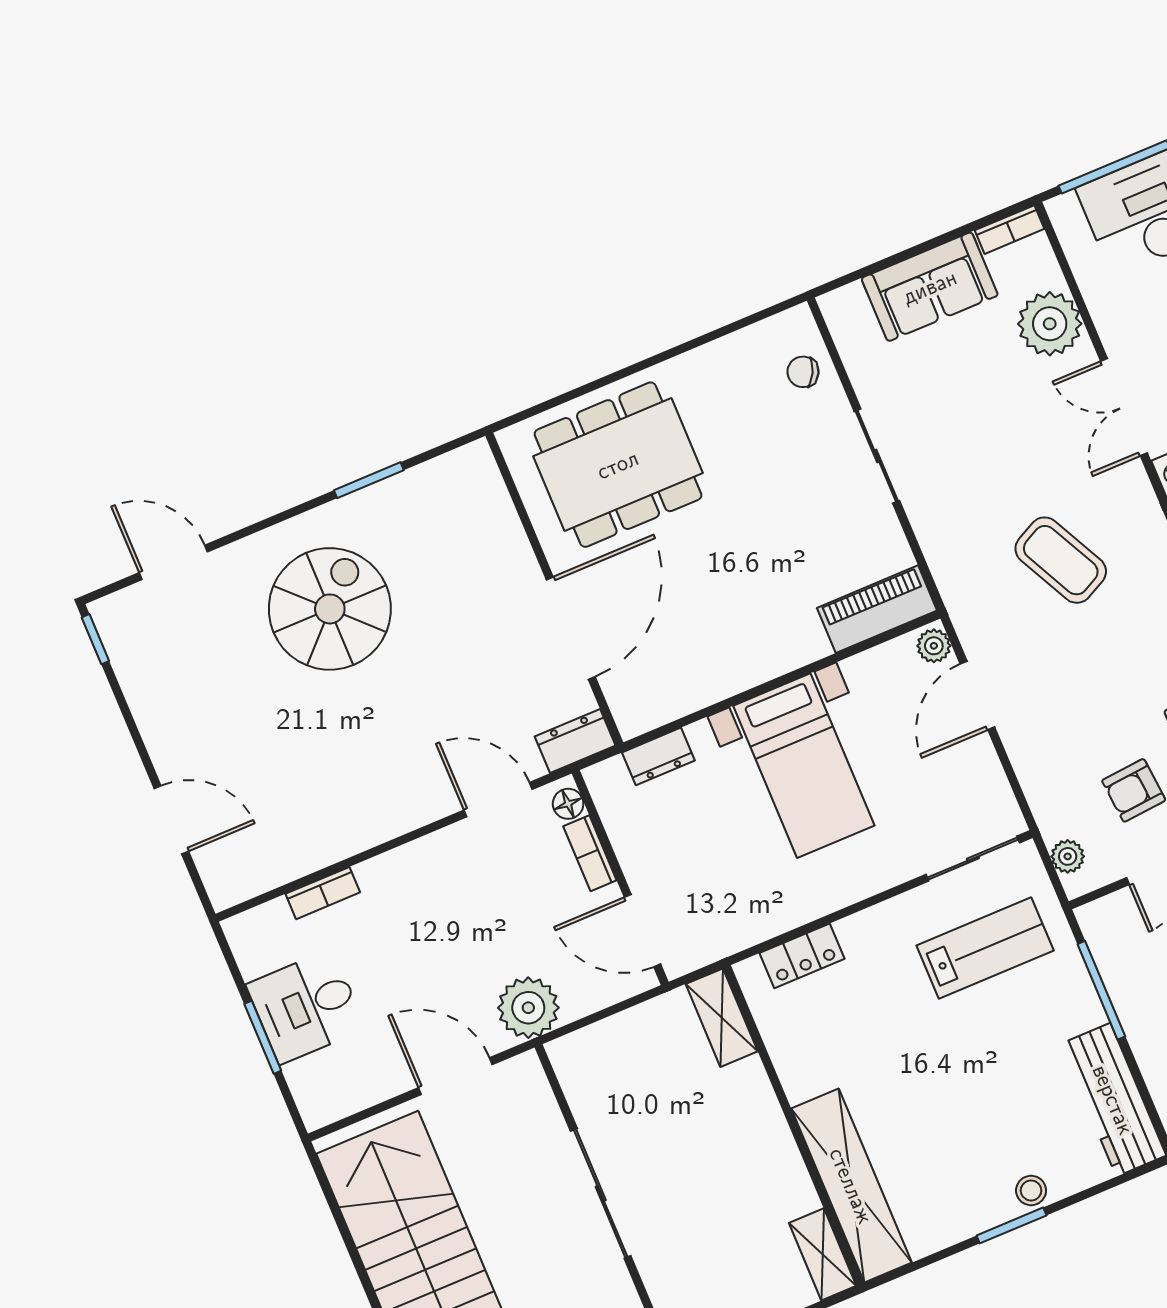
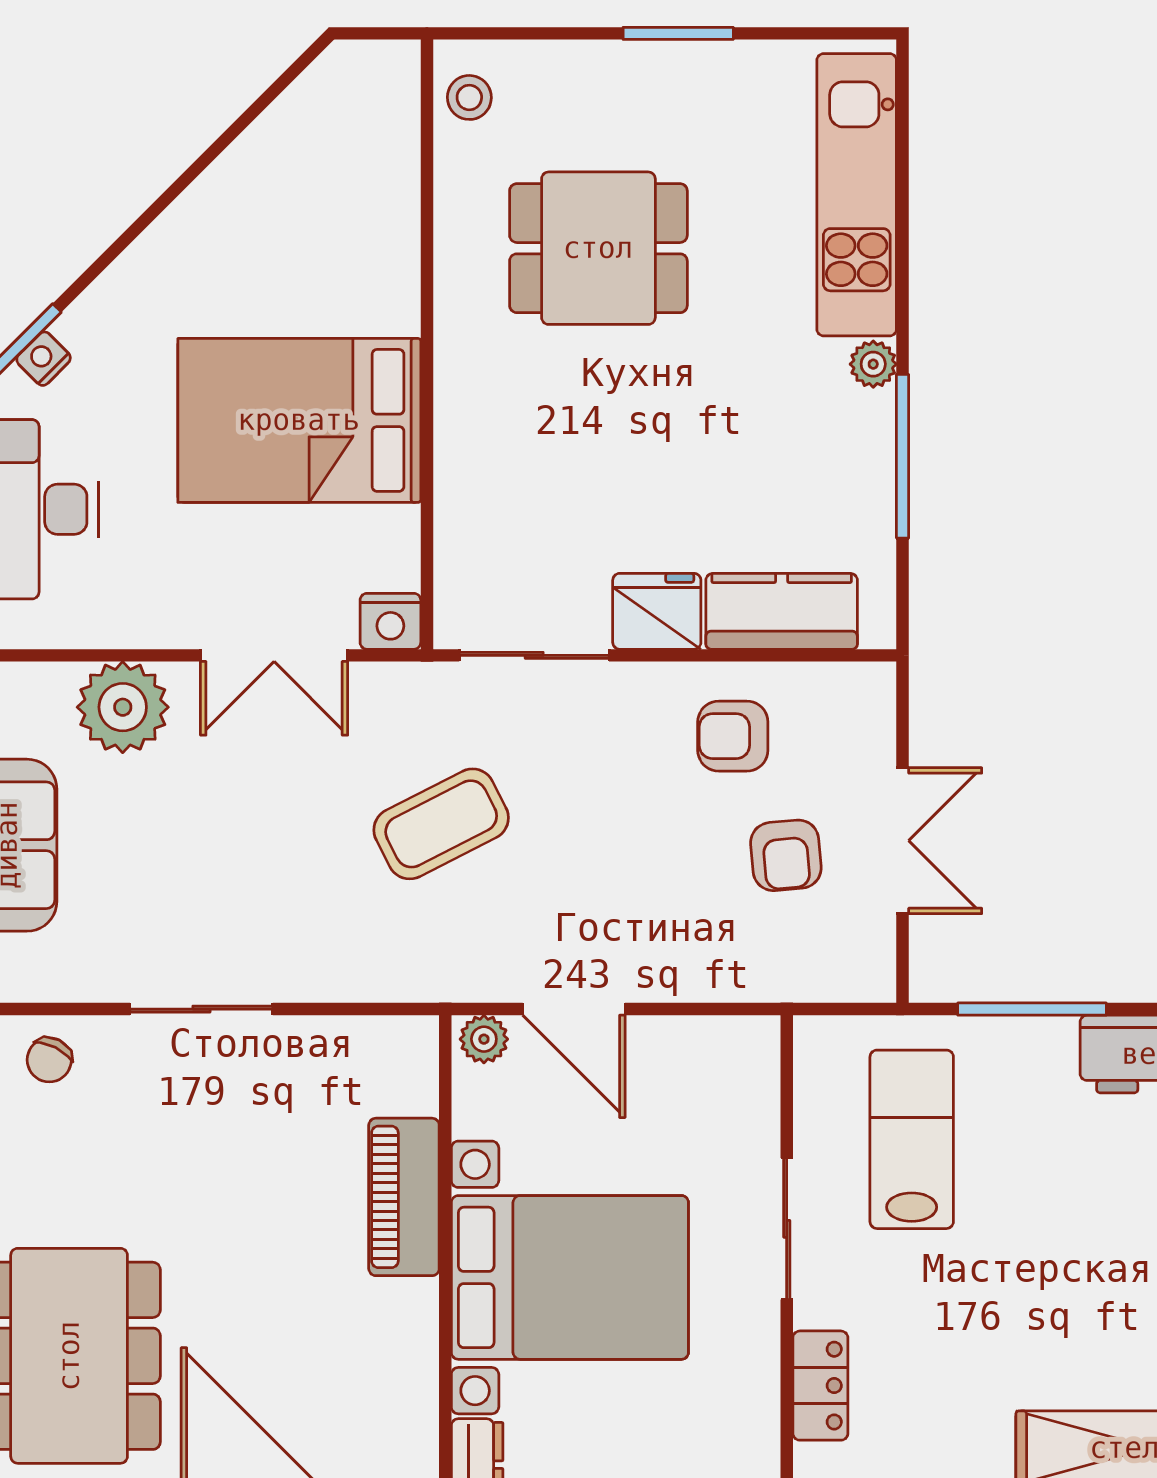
piano: (877, 609) -> (404, 1197), moved
bed with nightstands: (804, 766) -> (570, 1277), width x1.36
plant: (1068, 856) -> (837, 979), removed
sliding door: (973, 859) -> (787, 1229), moved

